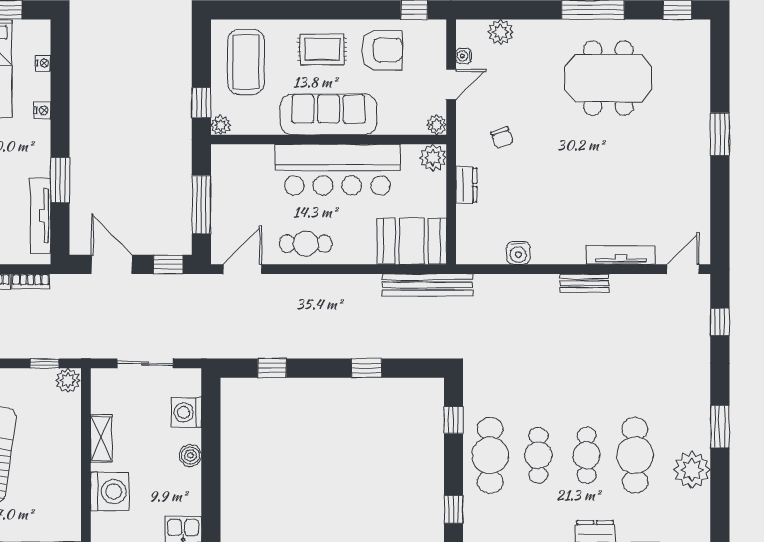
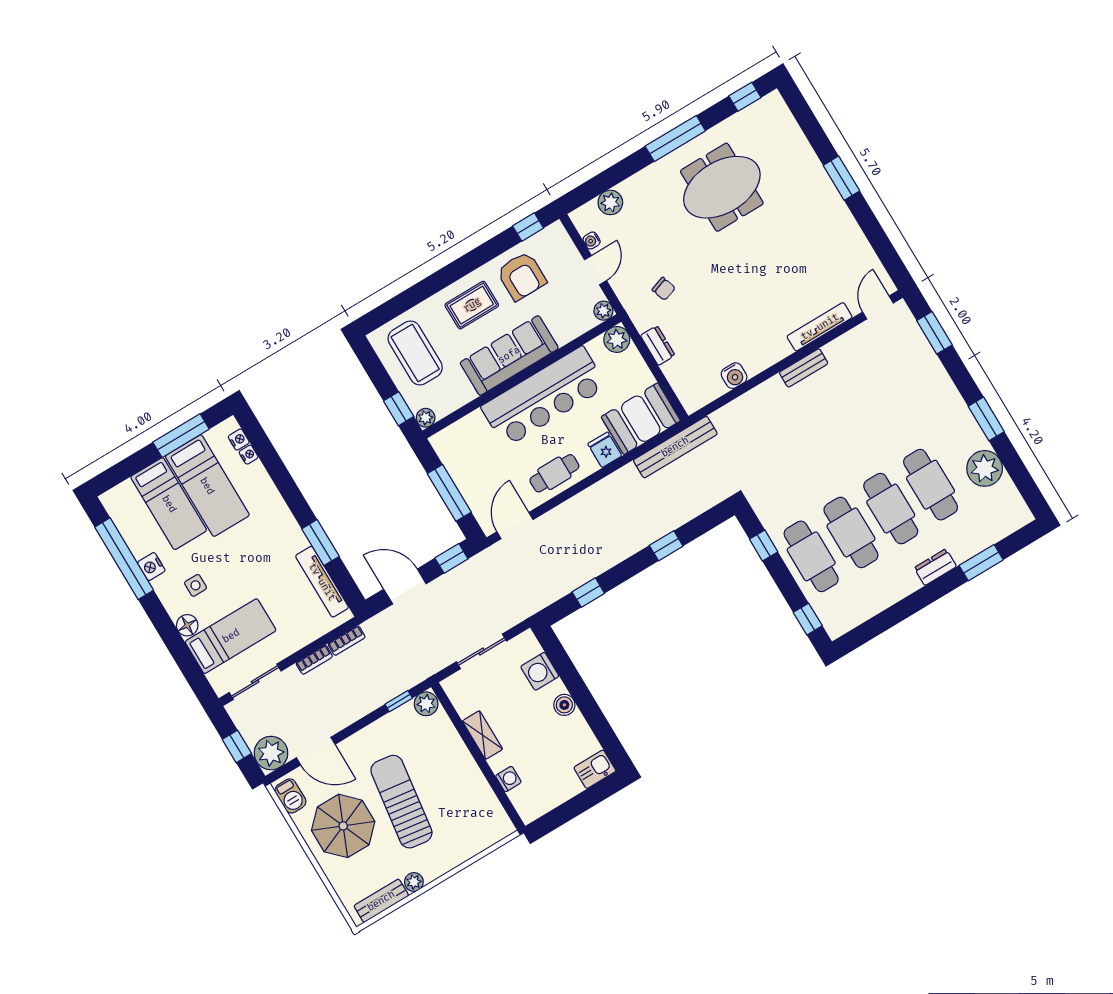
armchair: (382, 50) -> (522, 276), turned 90
nightstand: (42, 110) -> (239, 440), moved
fridge: (363, 250) -> (605, 450), added
window: (720, 322) -> (934, 333), width x1.50
cafe table: (538, 455) -> (851, 532), width x1.37, depth x1.35
cafe table: (587, 455) -> (891, 509), width x1.37, depth x1.35
washing machine: (110, 492) -> (508, 779), width x0.53, depth x0.53

